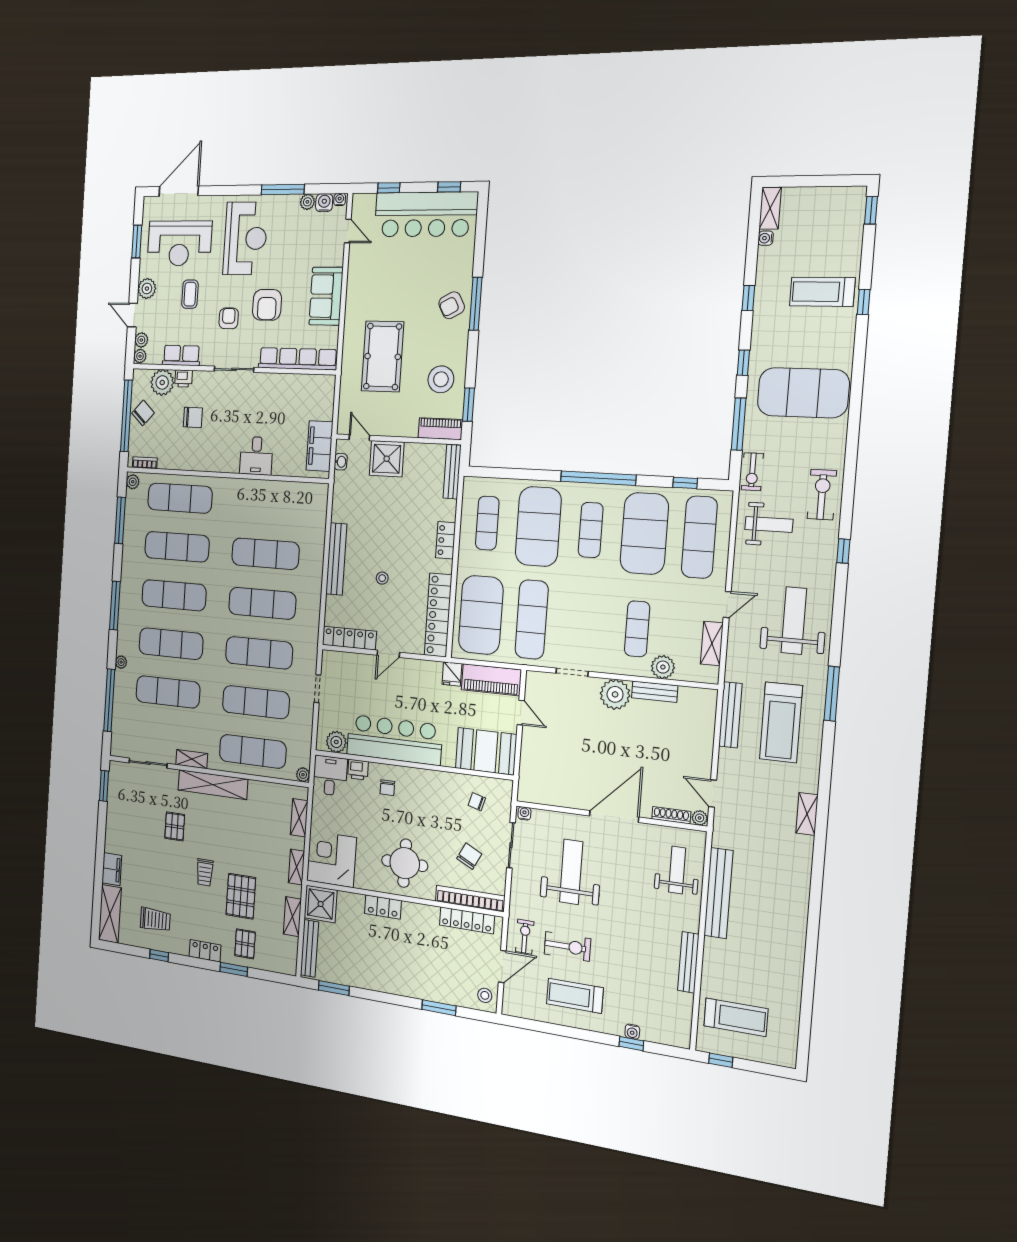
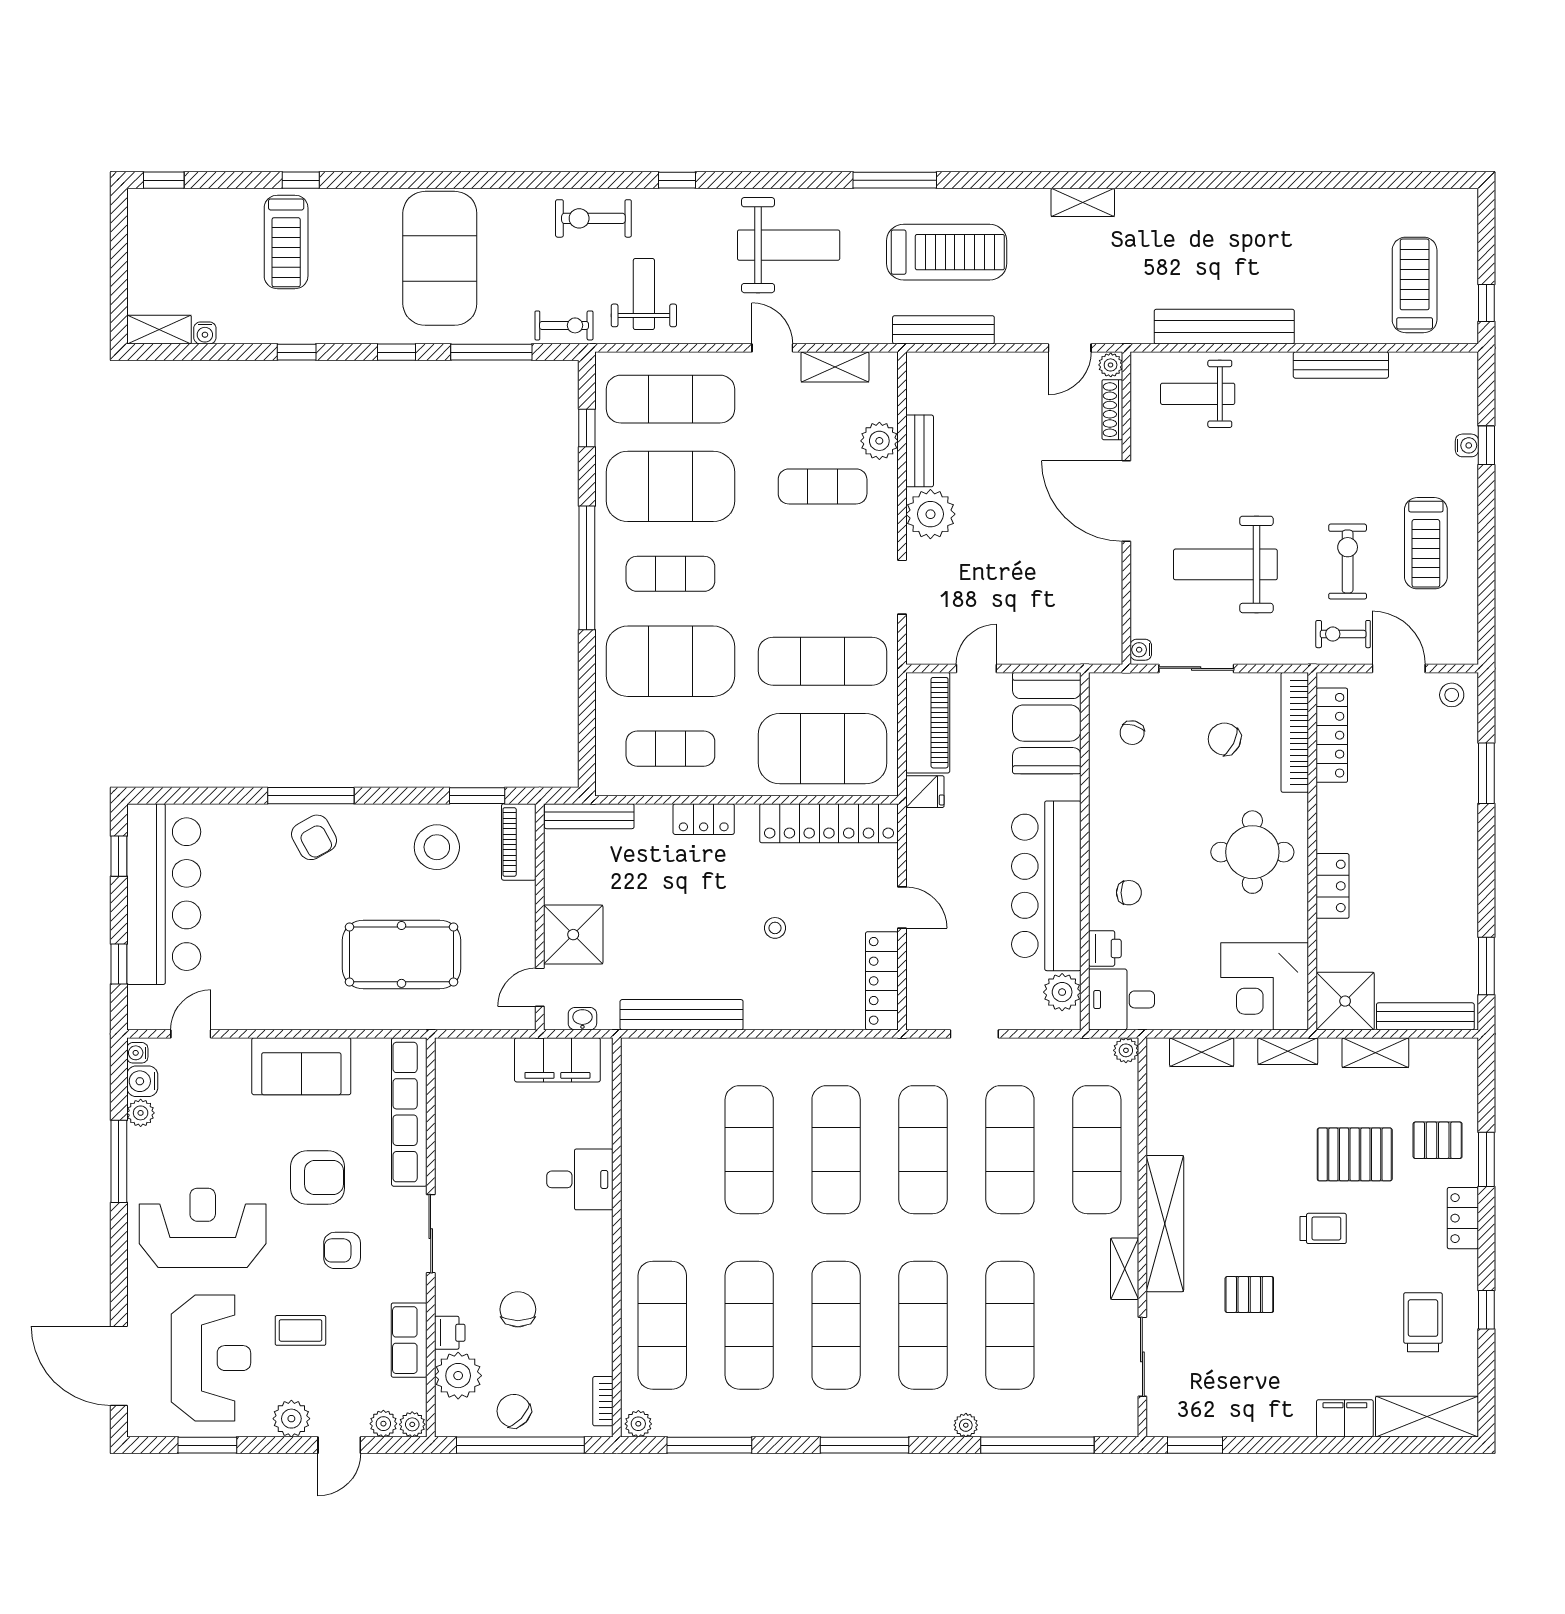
bench: (336, 559) -> (682, 1015), moved
weight bench: (794, 621) -> (789, 245), turned 180

